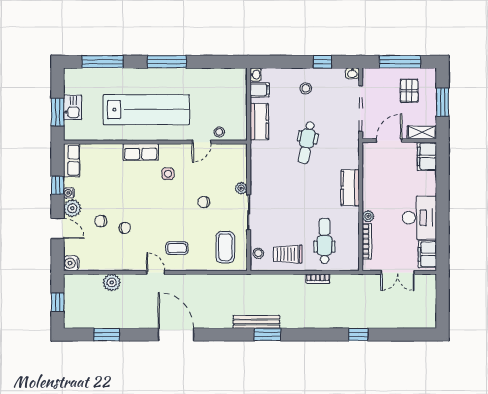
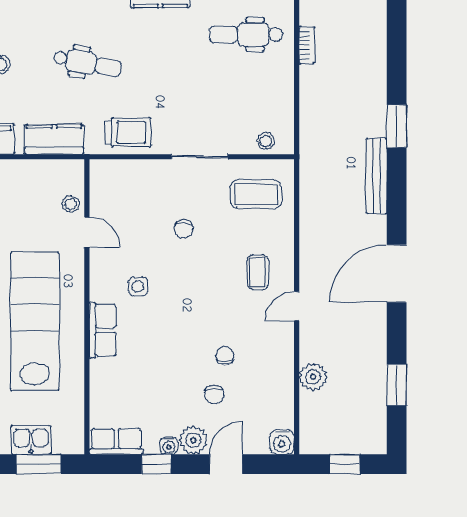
plant: (241, 188) -> (161, 169), removed
trolley: (288, 254) -> (128, 132), moved, turned -90
bench: (256, 322) -> (376, 176), moved

